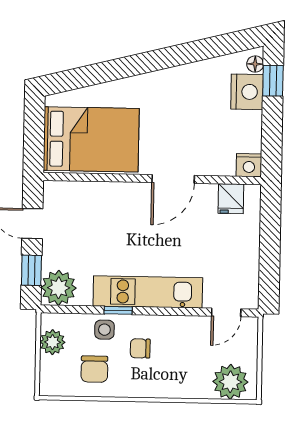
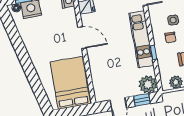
side table: (104, 330) -> (173, 20), moved

